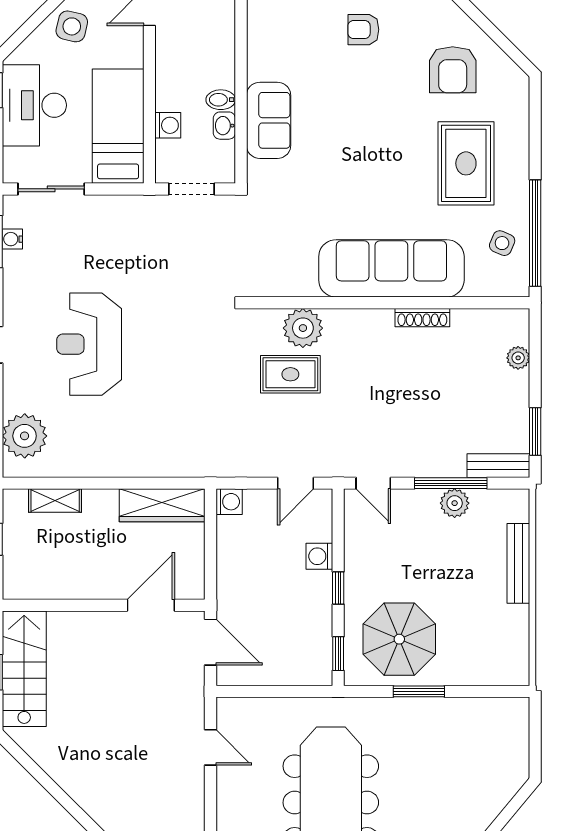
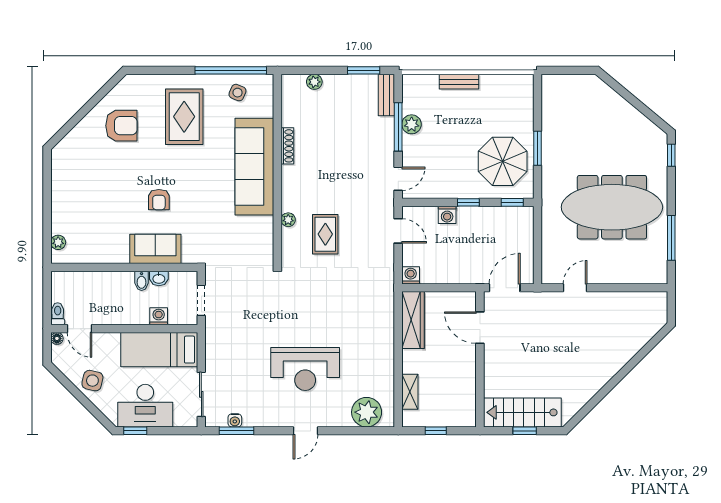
armchair: (363, 30) -> (159, 200), moved
rug: (466, 163) -> (184, 117), turned 90
plant: (303, 328) -> (288, 220), width x0.53, depth x0.53
bench: (518, 563) -> (459, 82), width x0.73

